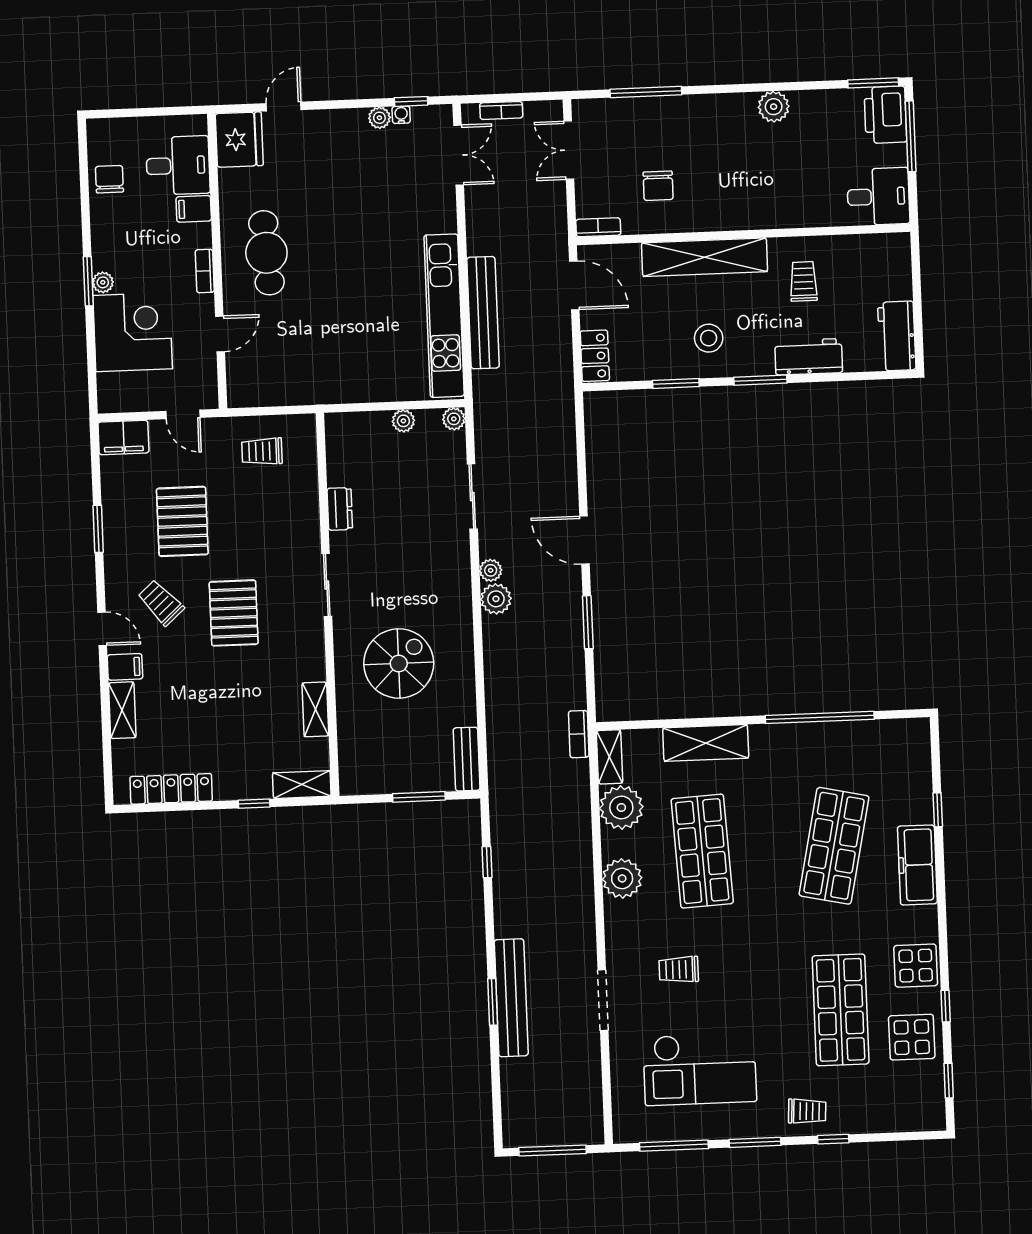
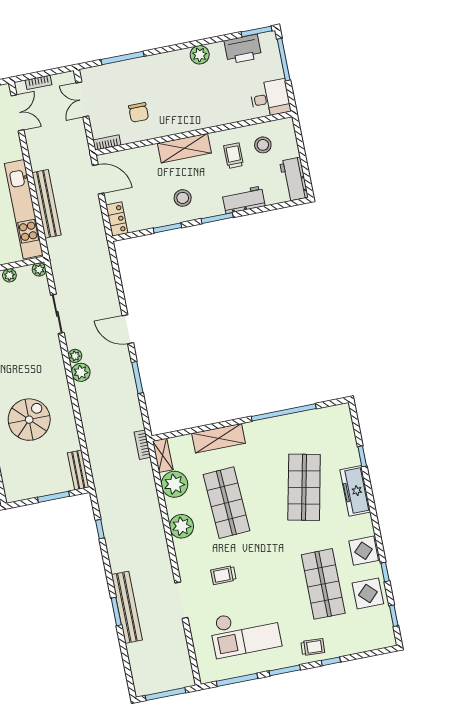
printer: (885, 115) -> (243, 49), moved, turned -90
shelving: (704, 257) -> (184, 148), width x0.68
stool: (854, 271) -> (263, 145), added

